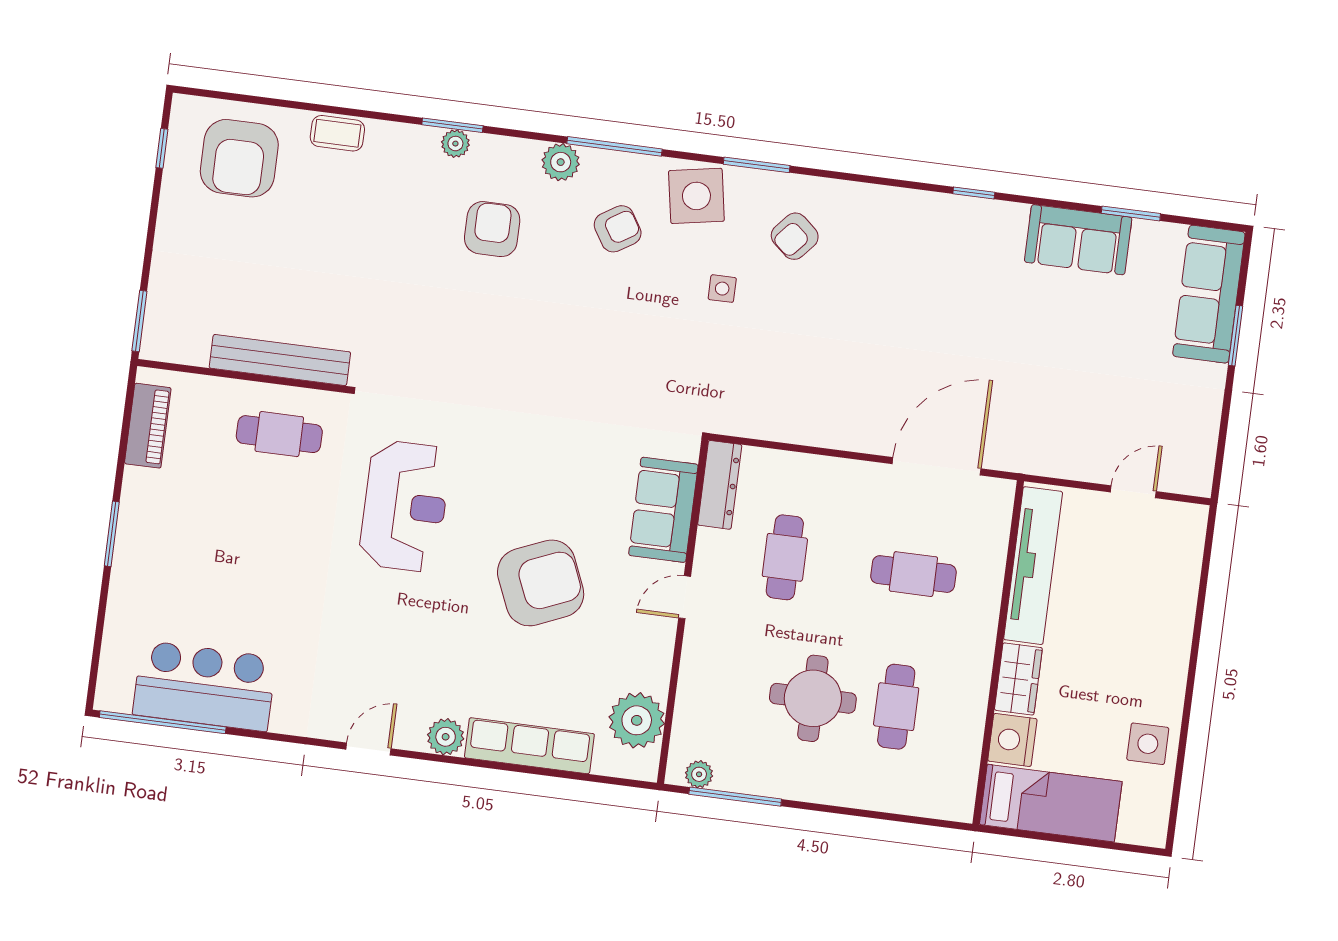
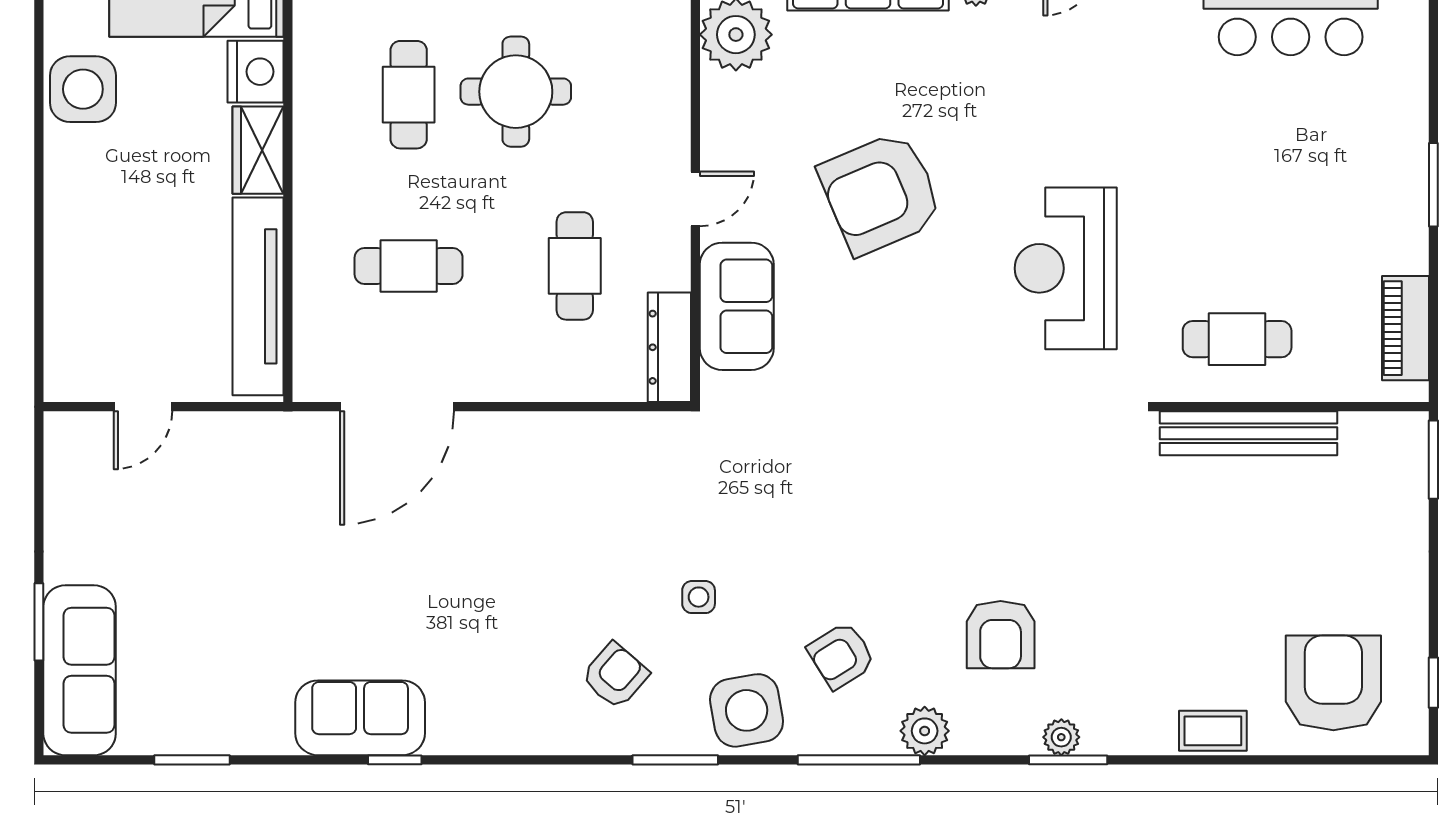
sofa: (1078, 240) -> (360, 718), moved
side table: (1148, 744) -> (83, 89), width x1.37, depth x1.37

